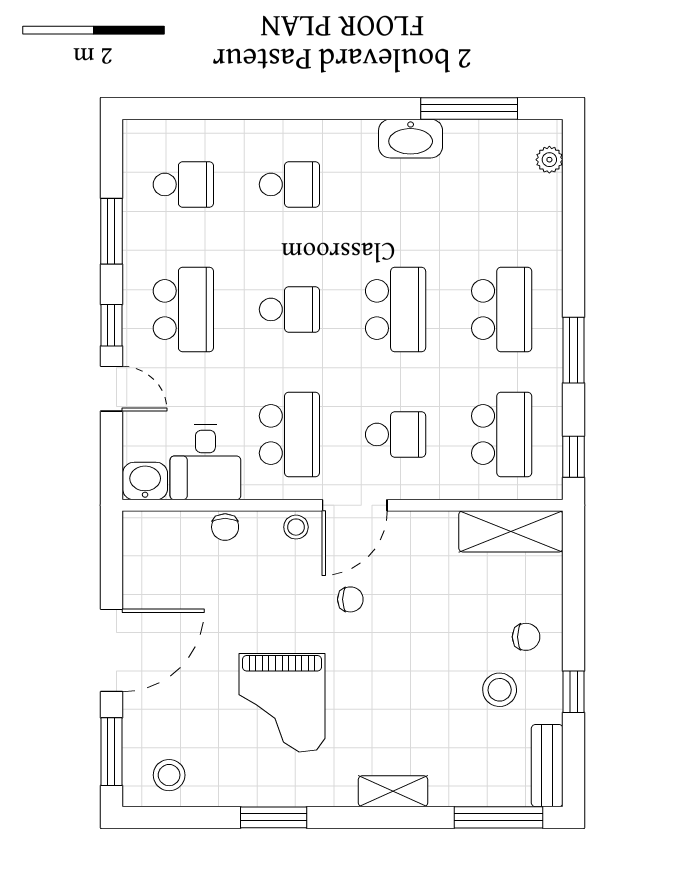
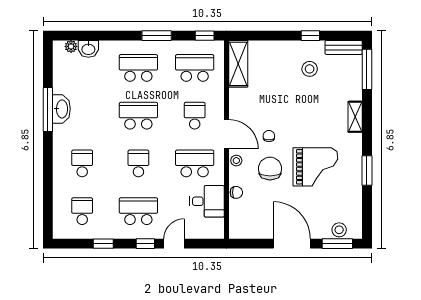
window: (469, 108) -> (48, 109), moved
window: (111, 231) -> (103, 244), width x0.67
washbasin: (145, 481) -> (88, 49), moved, turned -90
chair: (526, 637) -> (270, 169), moved, width x1.87, depth x1.87
stool: (169, 775) -> (339, 230), moved

